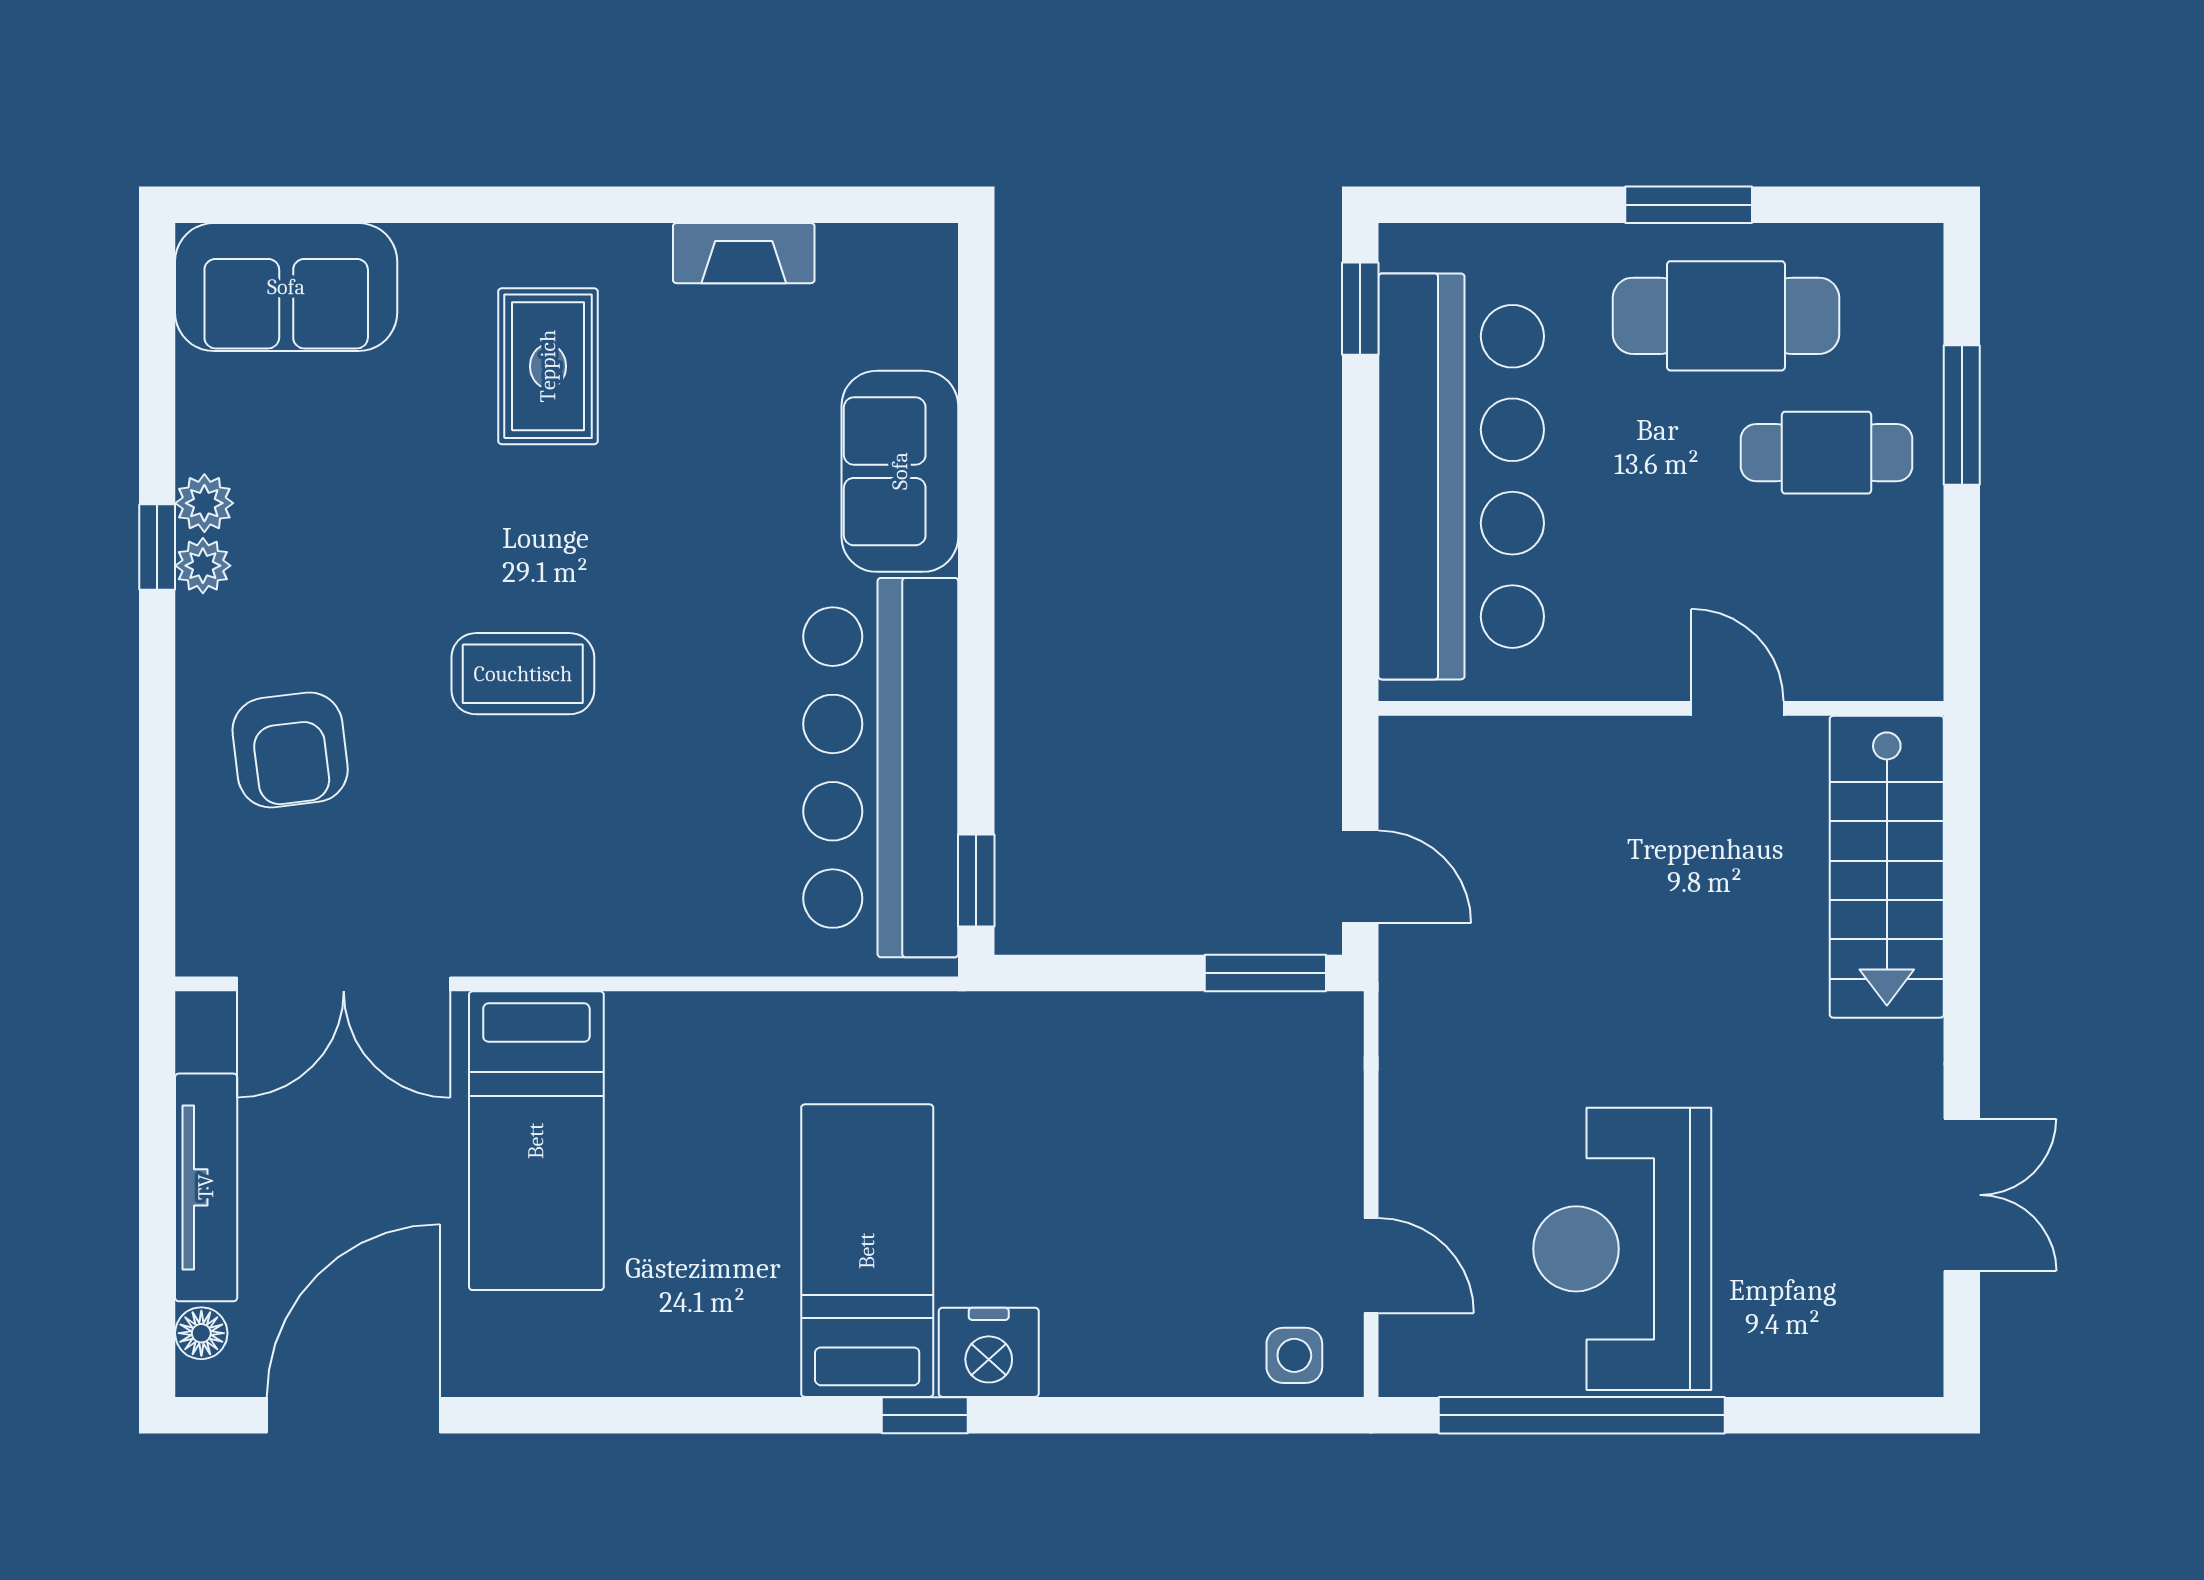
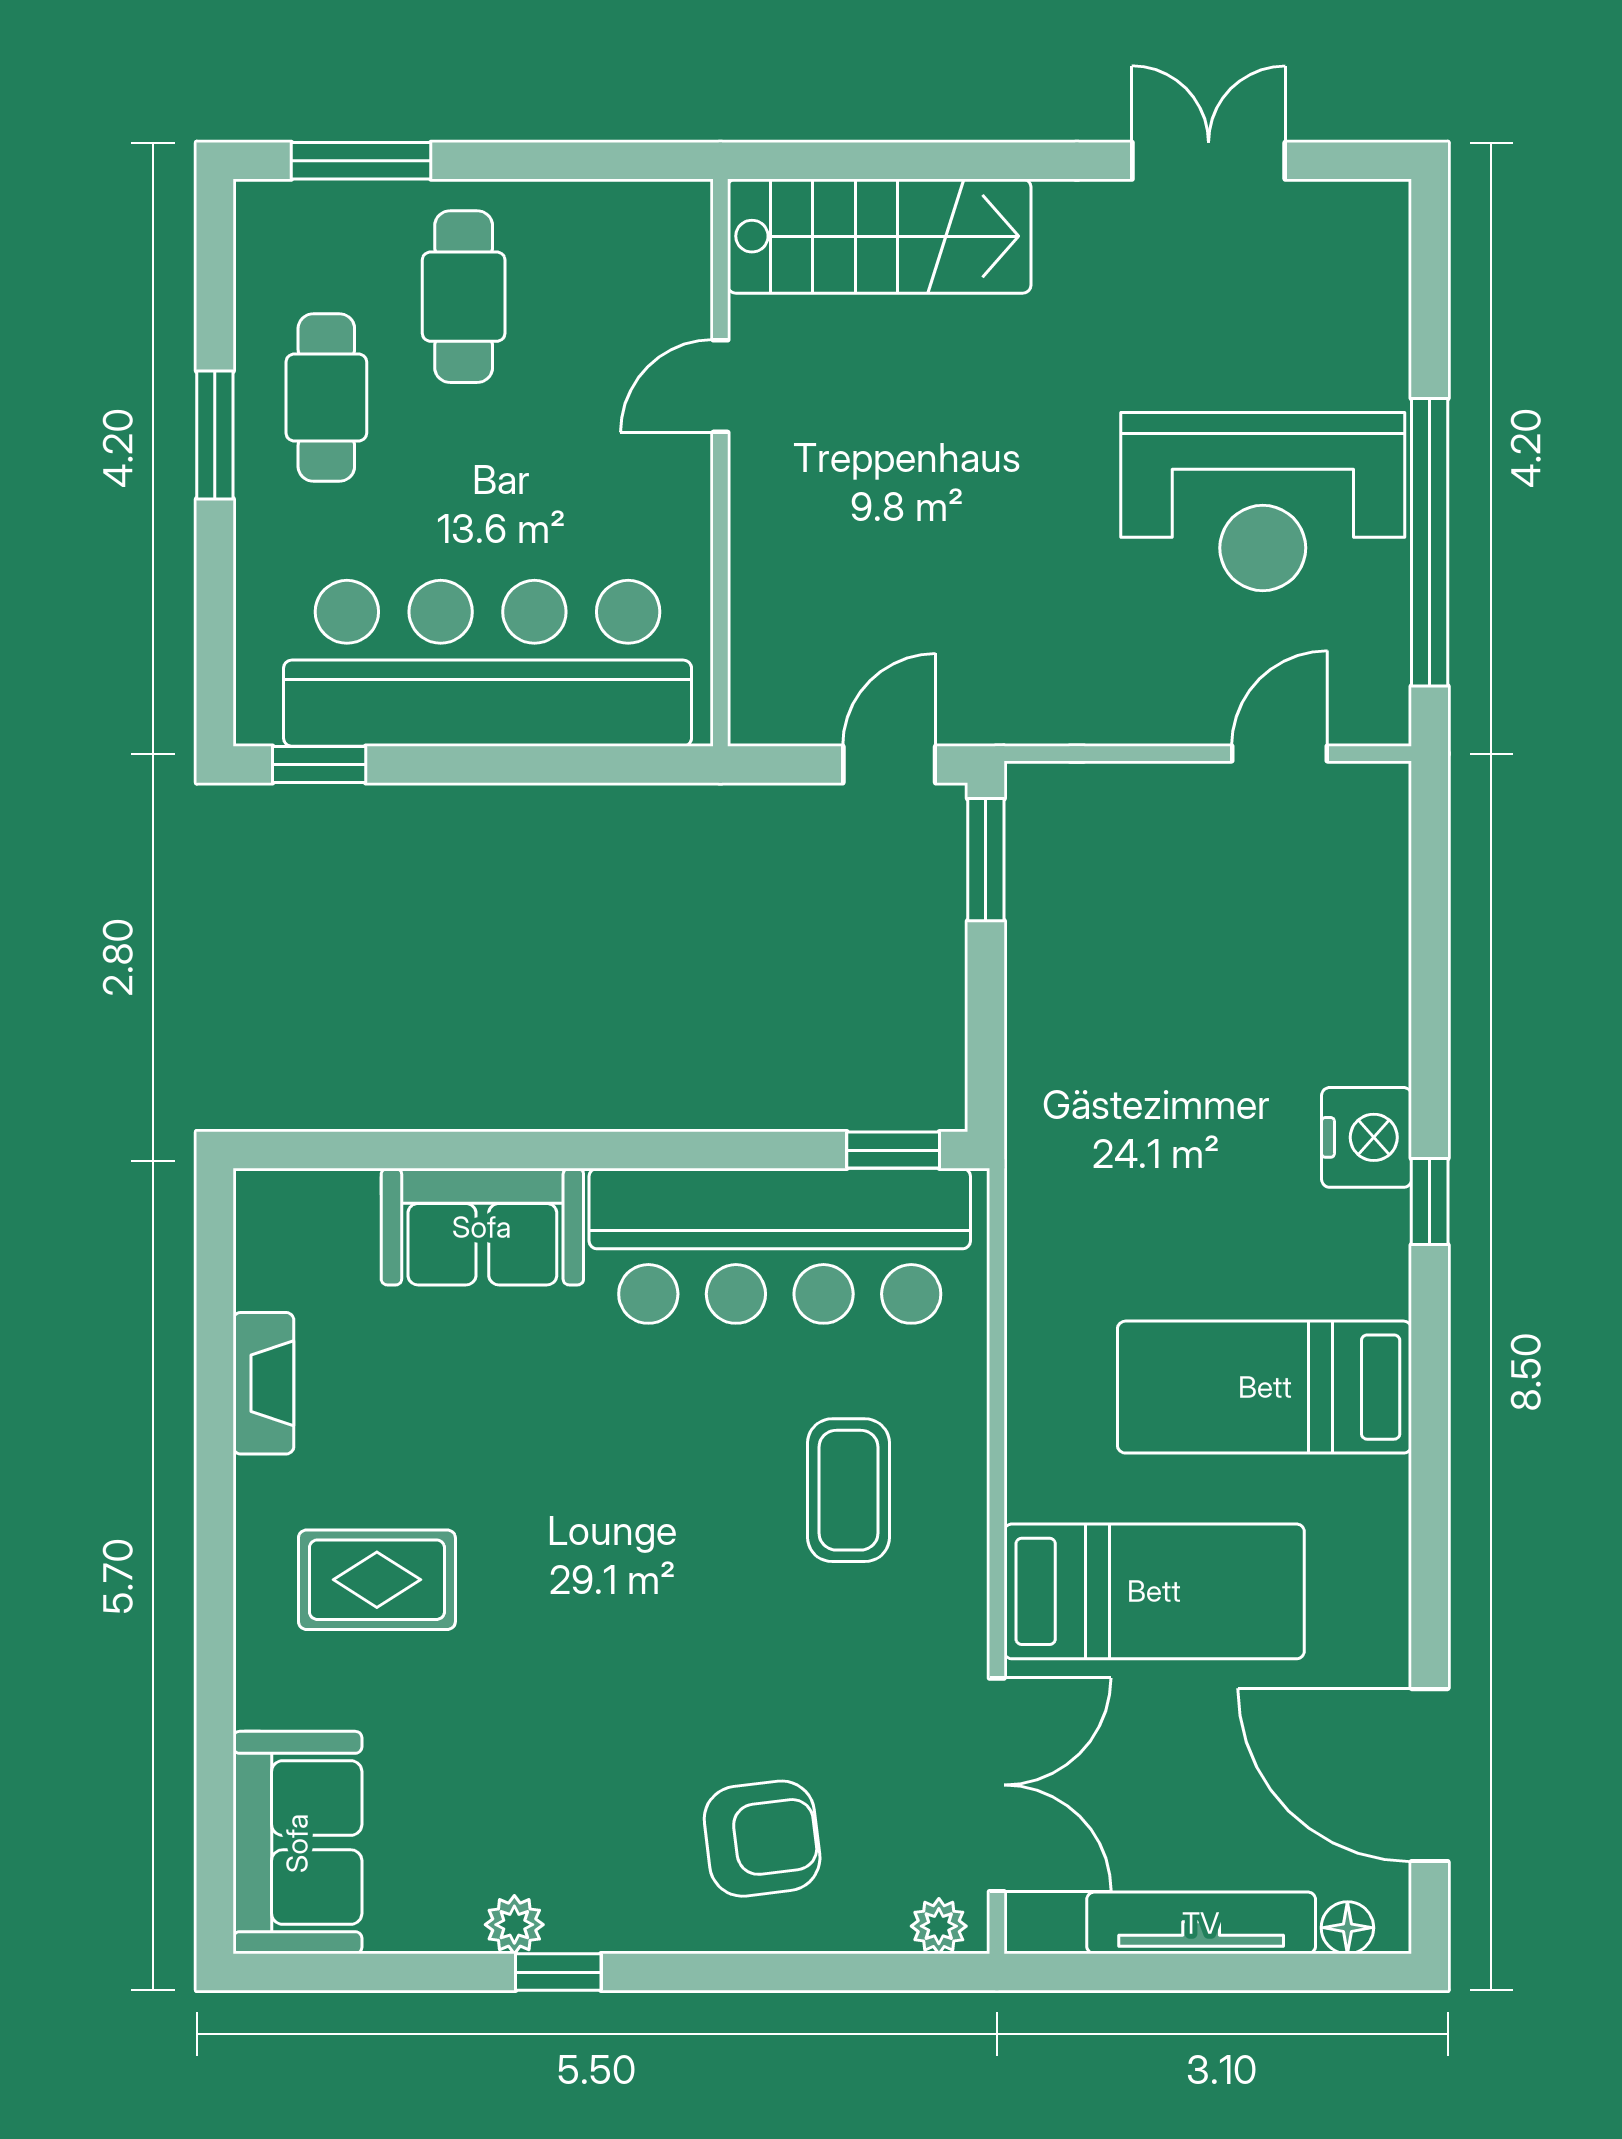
cafe table: (1726, 316) -> (326, 397), width x0.73, depth x0.74
window: (1962, 415) -> (361, 161), moved
plant: (203, 566) -> (939, 1926), moved
coffee table: (523, 674) -> (849, 1490), moved
bed: (867, 1251) -> (1265, 1387), moved
side table: (1294, 1355) -> (1370, 831), removed

